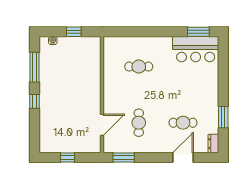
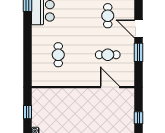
window: (124, 158) -> (139, 52), moved
door: (183, 158) -> (139, 29), moved

